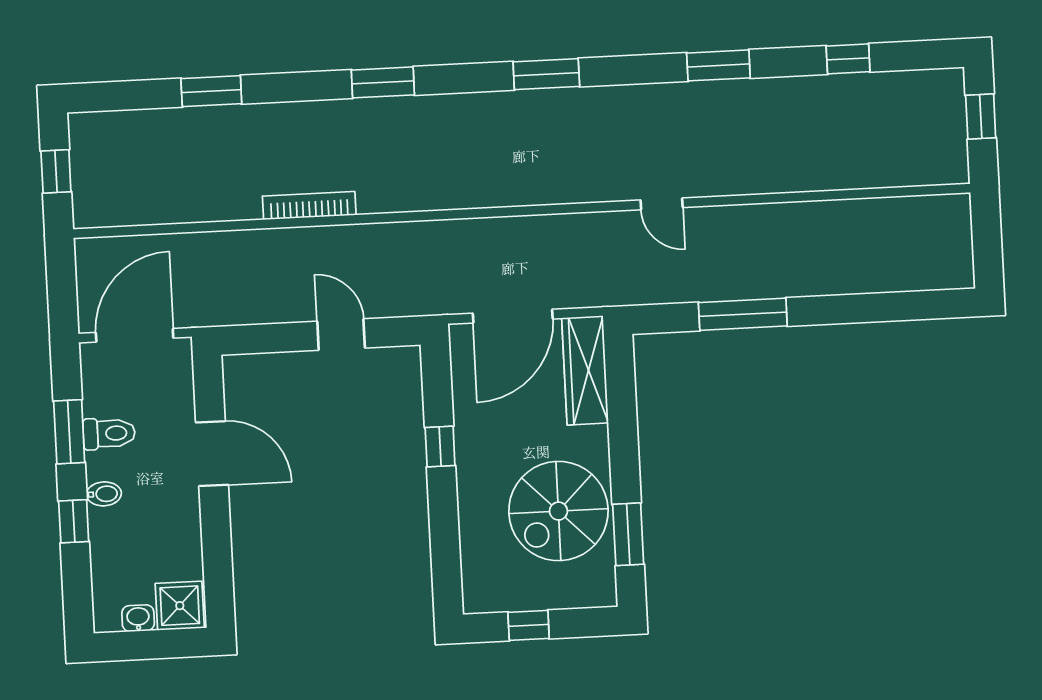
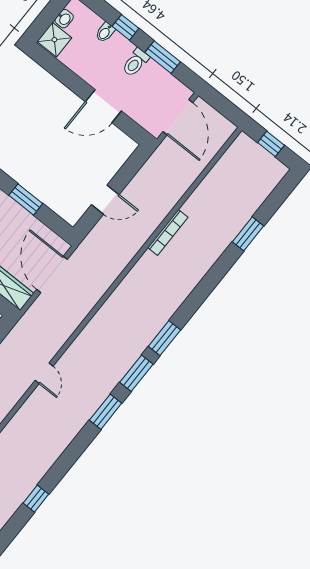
window: (718, 65) -> (106, 412), moved
window: (383, 82) -> (164, 338), moved
door: (662, 204) -> (44, 373), swing flipped
toilet: (109, 433) -> (136, 62), moved
window: (440, 447) -> (26, 199), width x1.50
bidet: (104, 494) -> (105, 32), moved

